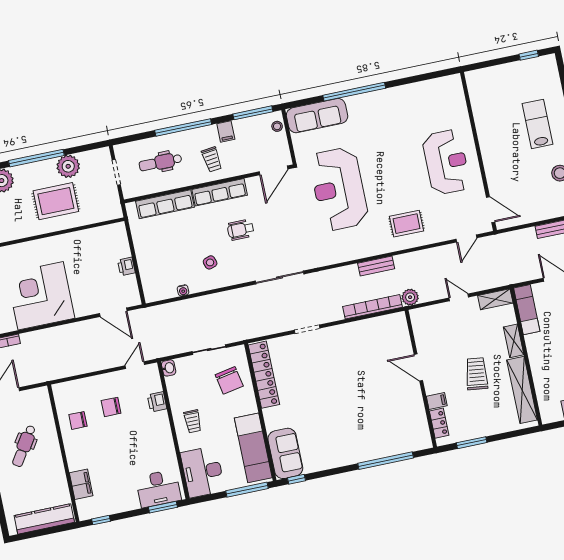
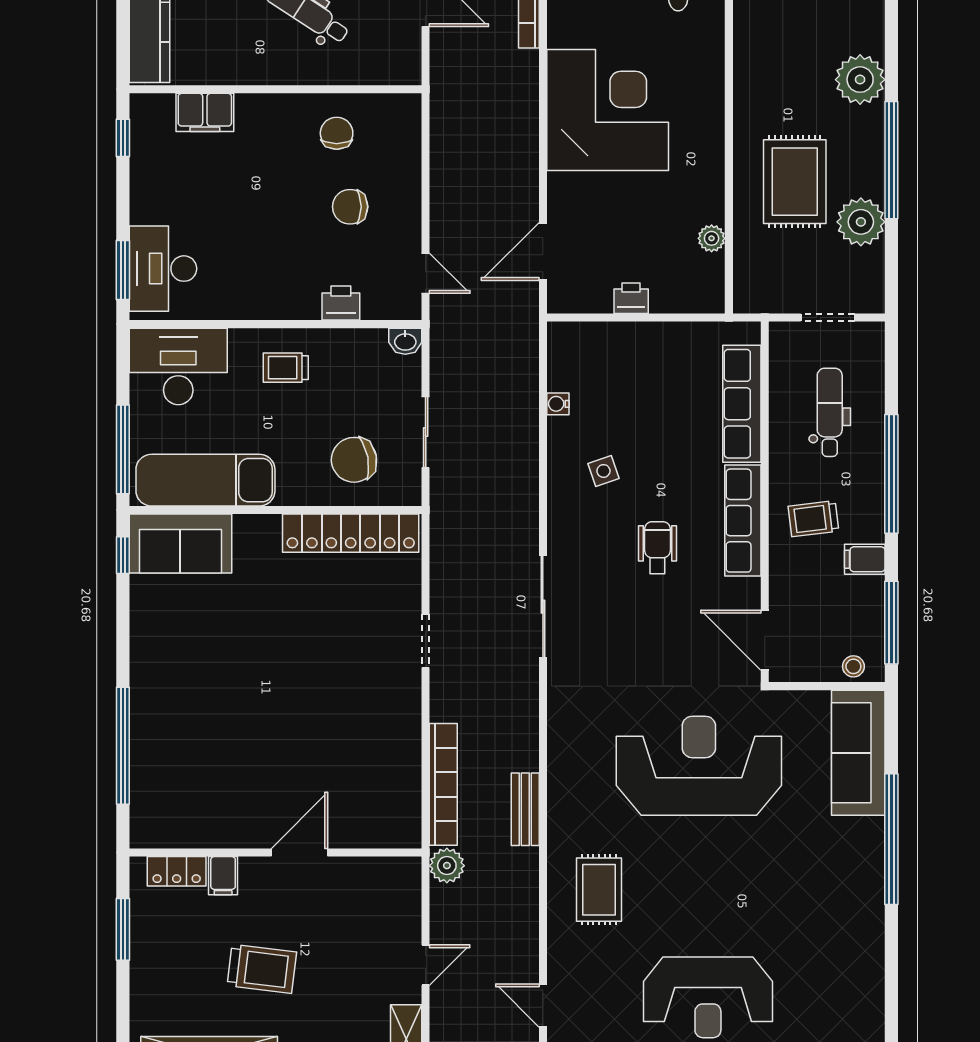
plant: (91, 235) -> (712, 238), added
chair: (111, 407) -> (350, 207), turned -90

